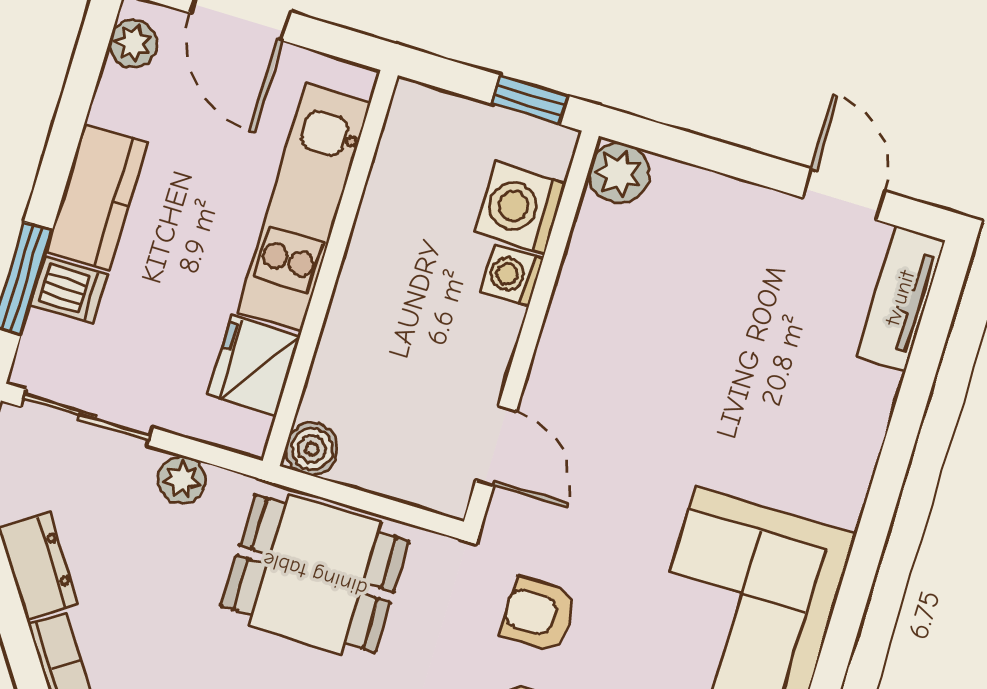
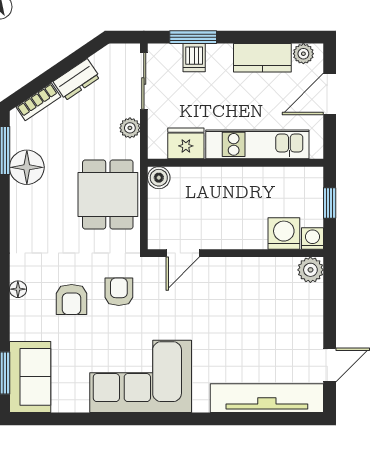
window: (530, 100) -> (330, 203), moved
kitchen counter: (97, 197) -> (262, 58), moved
washing machine: (512, 275) -> (313, 239), moved
tv unit: (900, 298) -> (267, 398), width x1.92, depth x1.29

